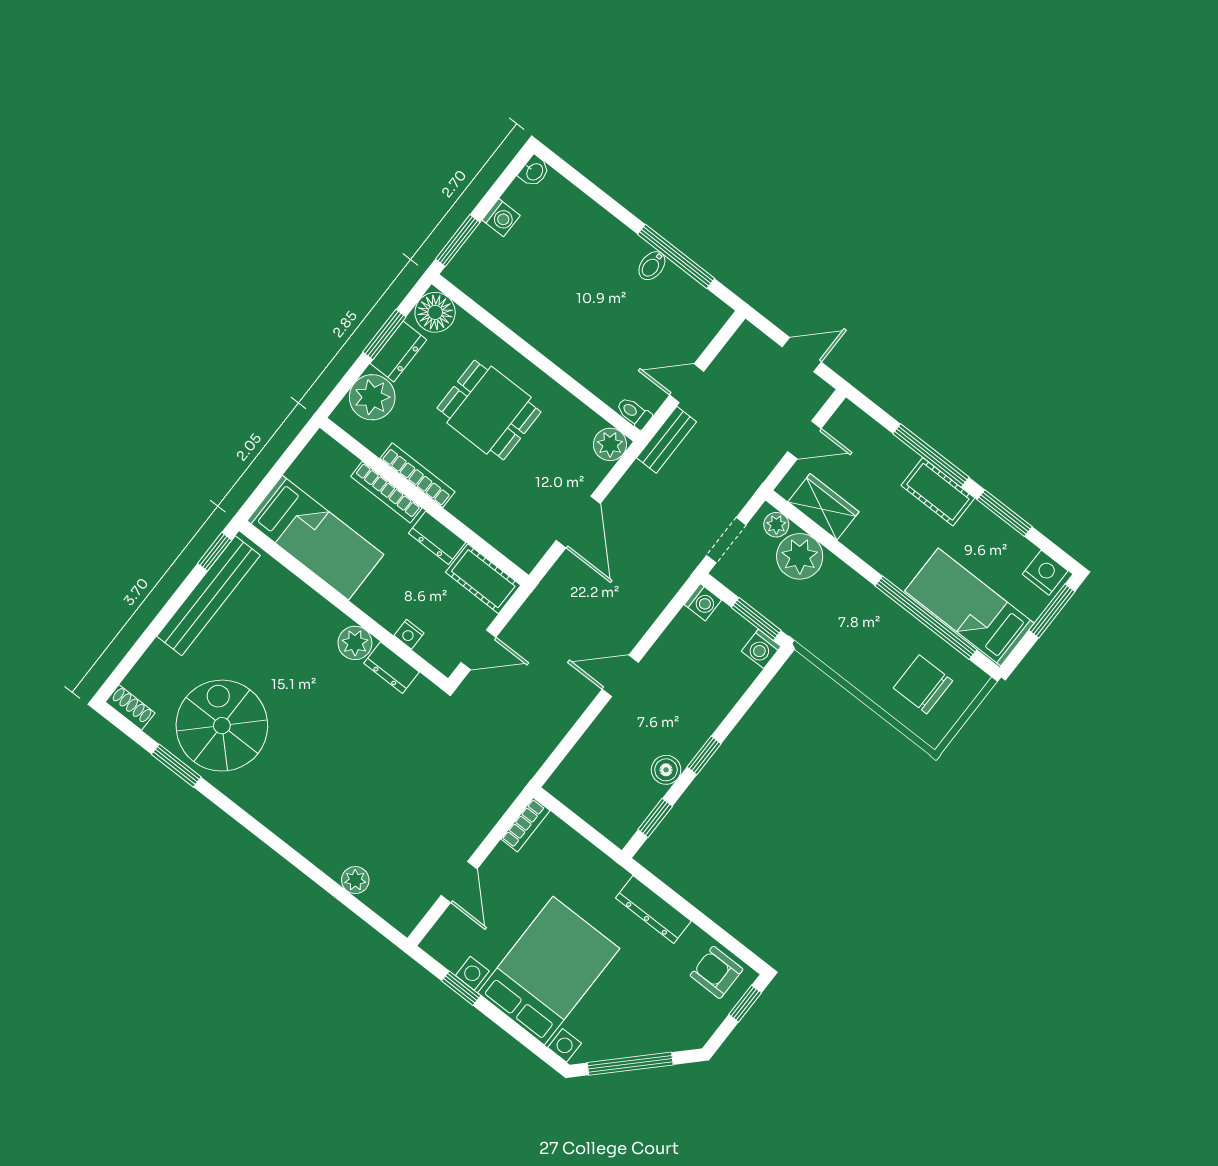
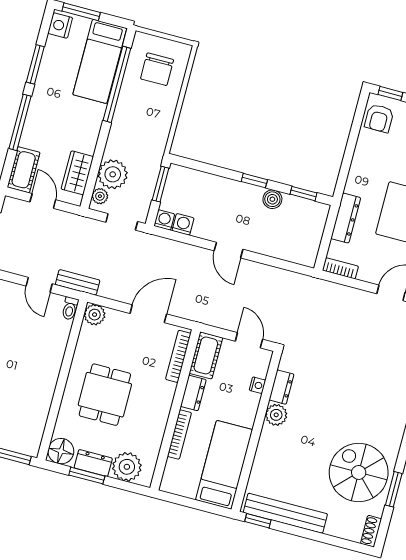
bookcase: (418, 475) -> (178, 356), moved
cot: (938, 492) -> (24, 170), moved
washing machine: (761, 649) -> (183, 224), moved, turned -90
spiral stairs: (222, 726) -> (359, 472), turned 90
dresser: (653, 910) -> (346, 218), moved

